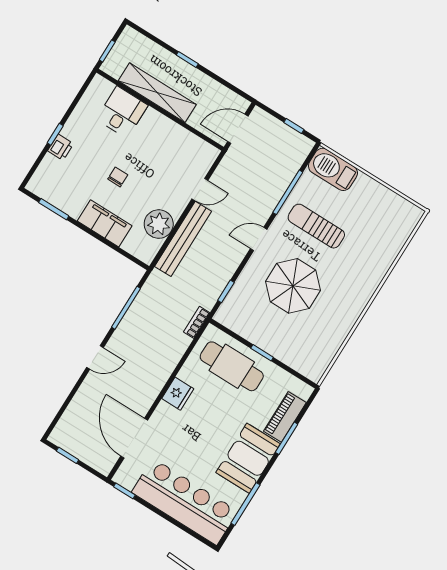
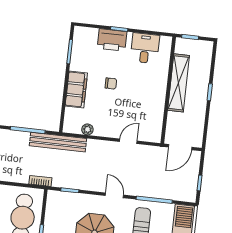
desk: (122, 112) -> (145, 48), moved, turned -90
door: (238, 129) -> (180, 147), swing flipped
printer: (61, 147) -> (112, 40), width x1.87, depth x1.48
door: (200, 190) -> (128, 141), swing flipped
plant: (159, 224) -> (87, 129), width x0.53, depth x0.53
bench: (183, 239) -> (58, 142), moved

